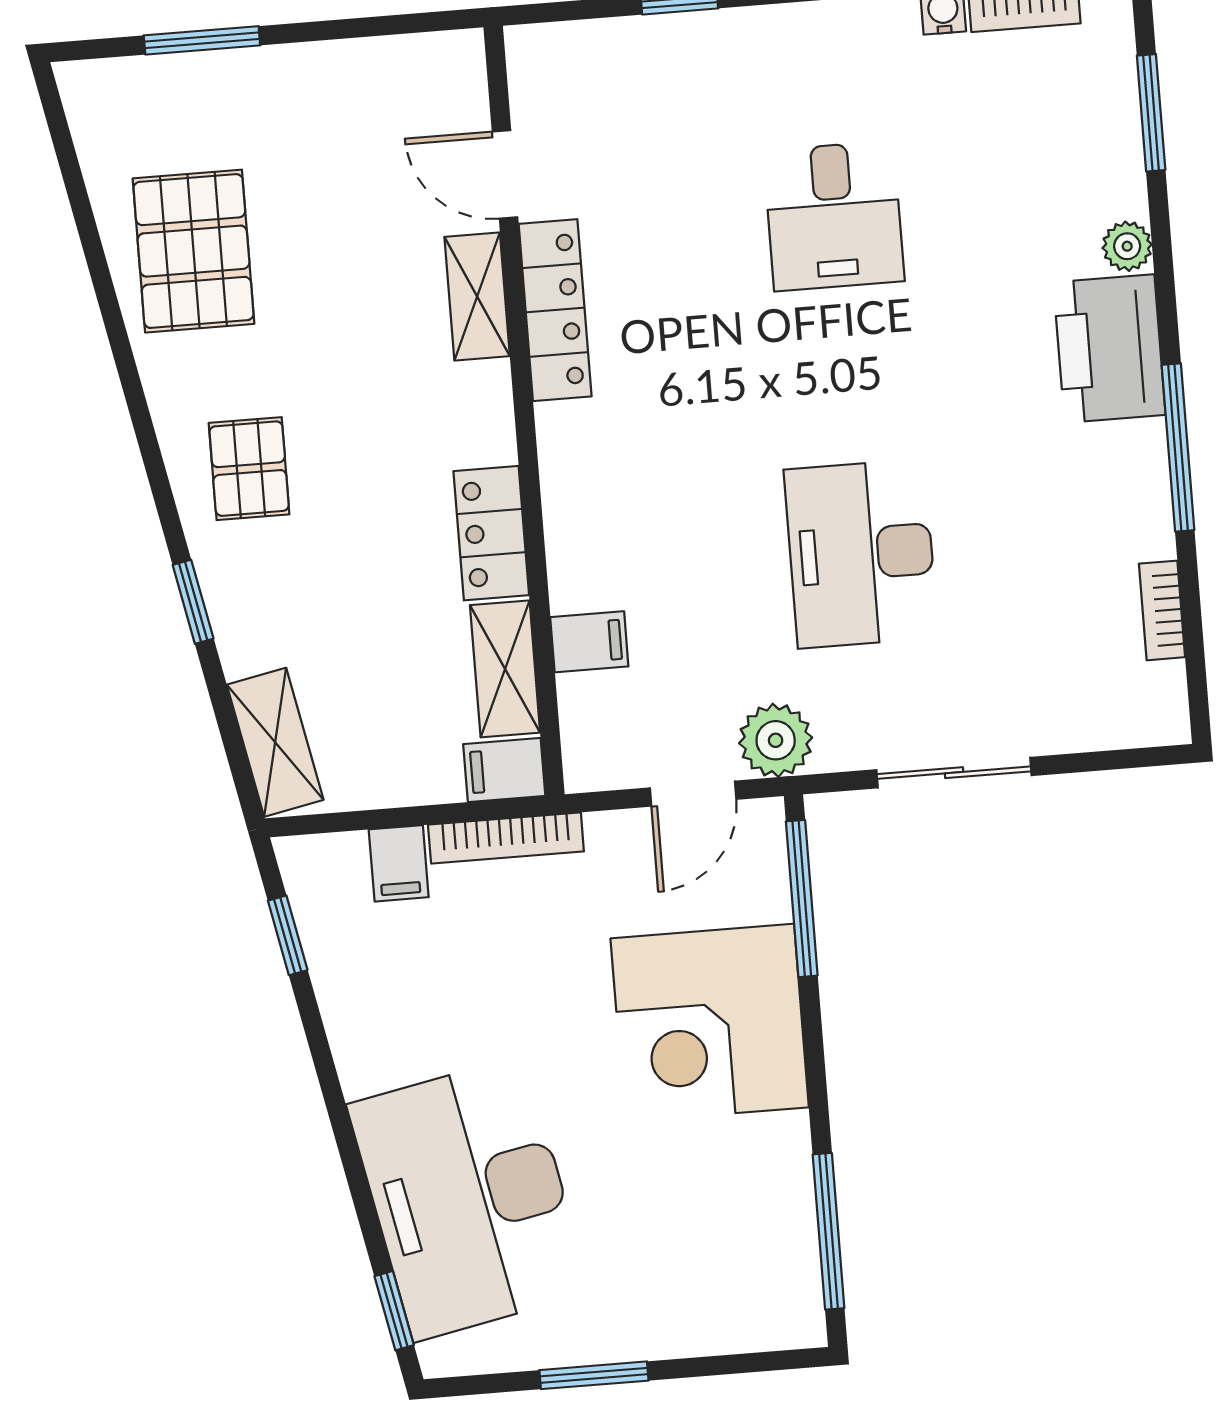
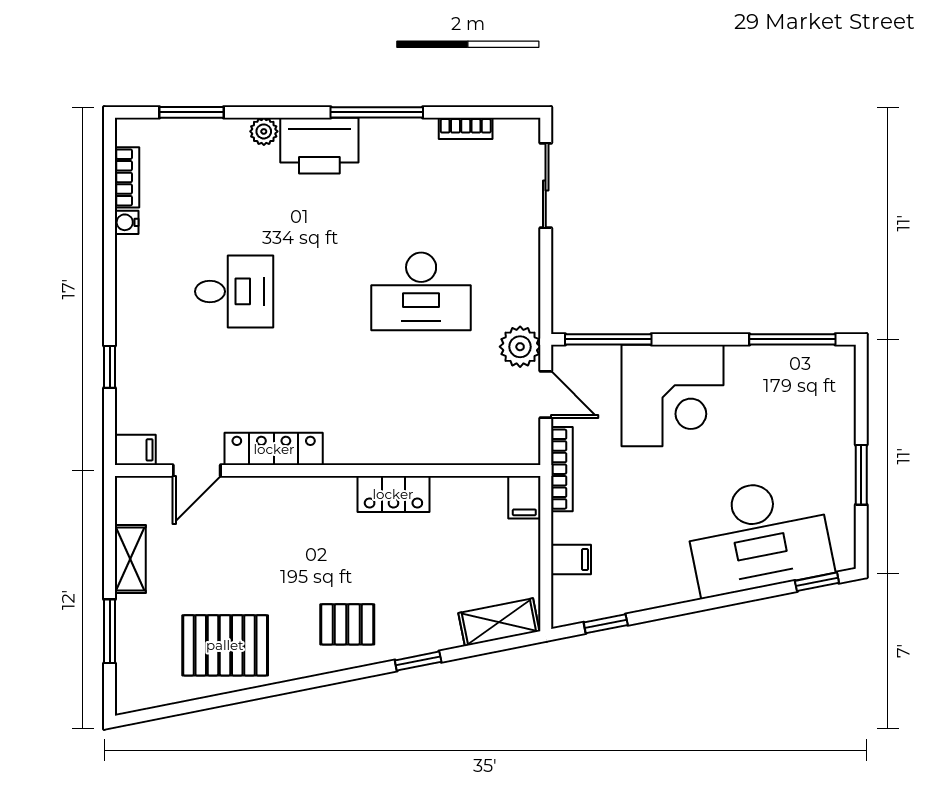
shelving: (477, 296) -> (130, 559), moved, turned 90
filing cabinet: (589, 642) -> (135, 450), moved, turned 90
shelving: (505, 669) -> (469, 492), removed
sliding door: (954, 773) -> (546, 186), moved
bookcase: (506, 838) -> (562, 469), moved

